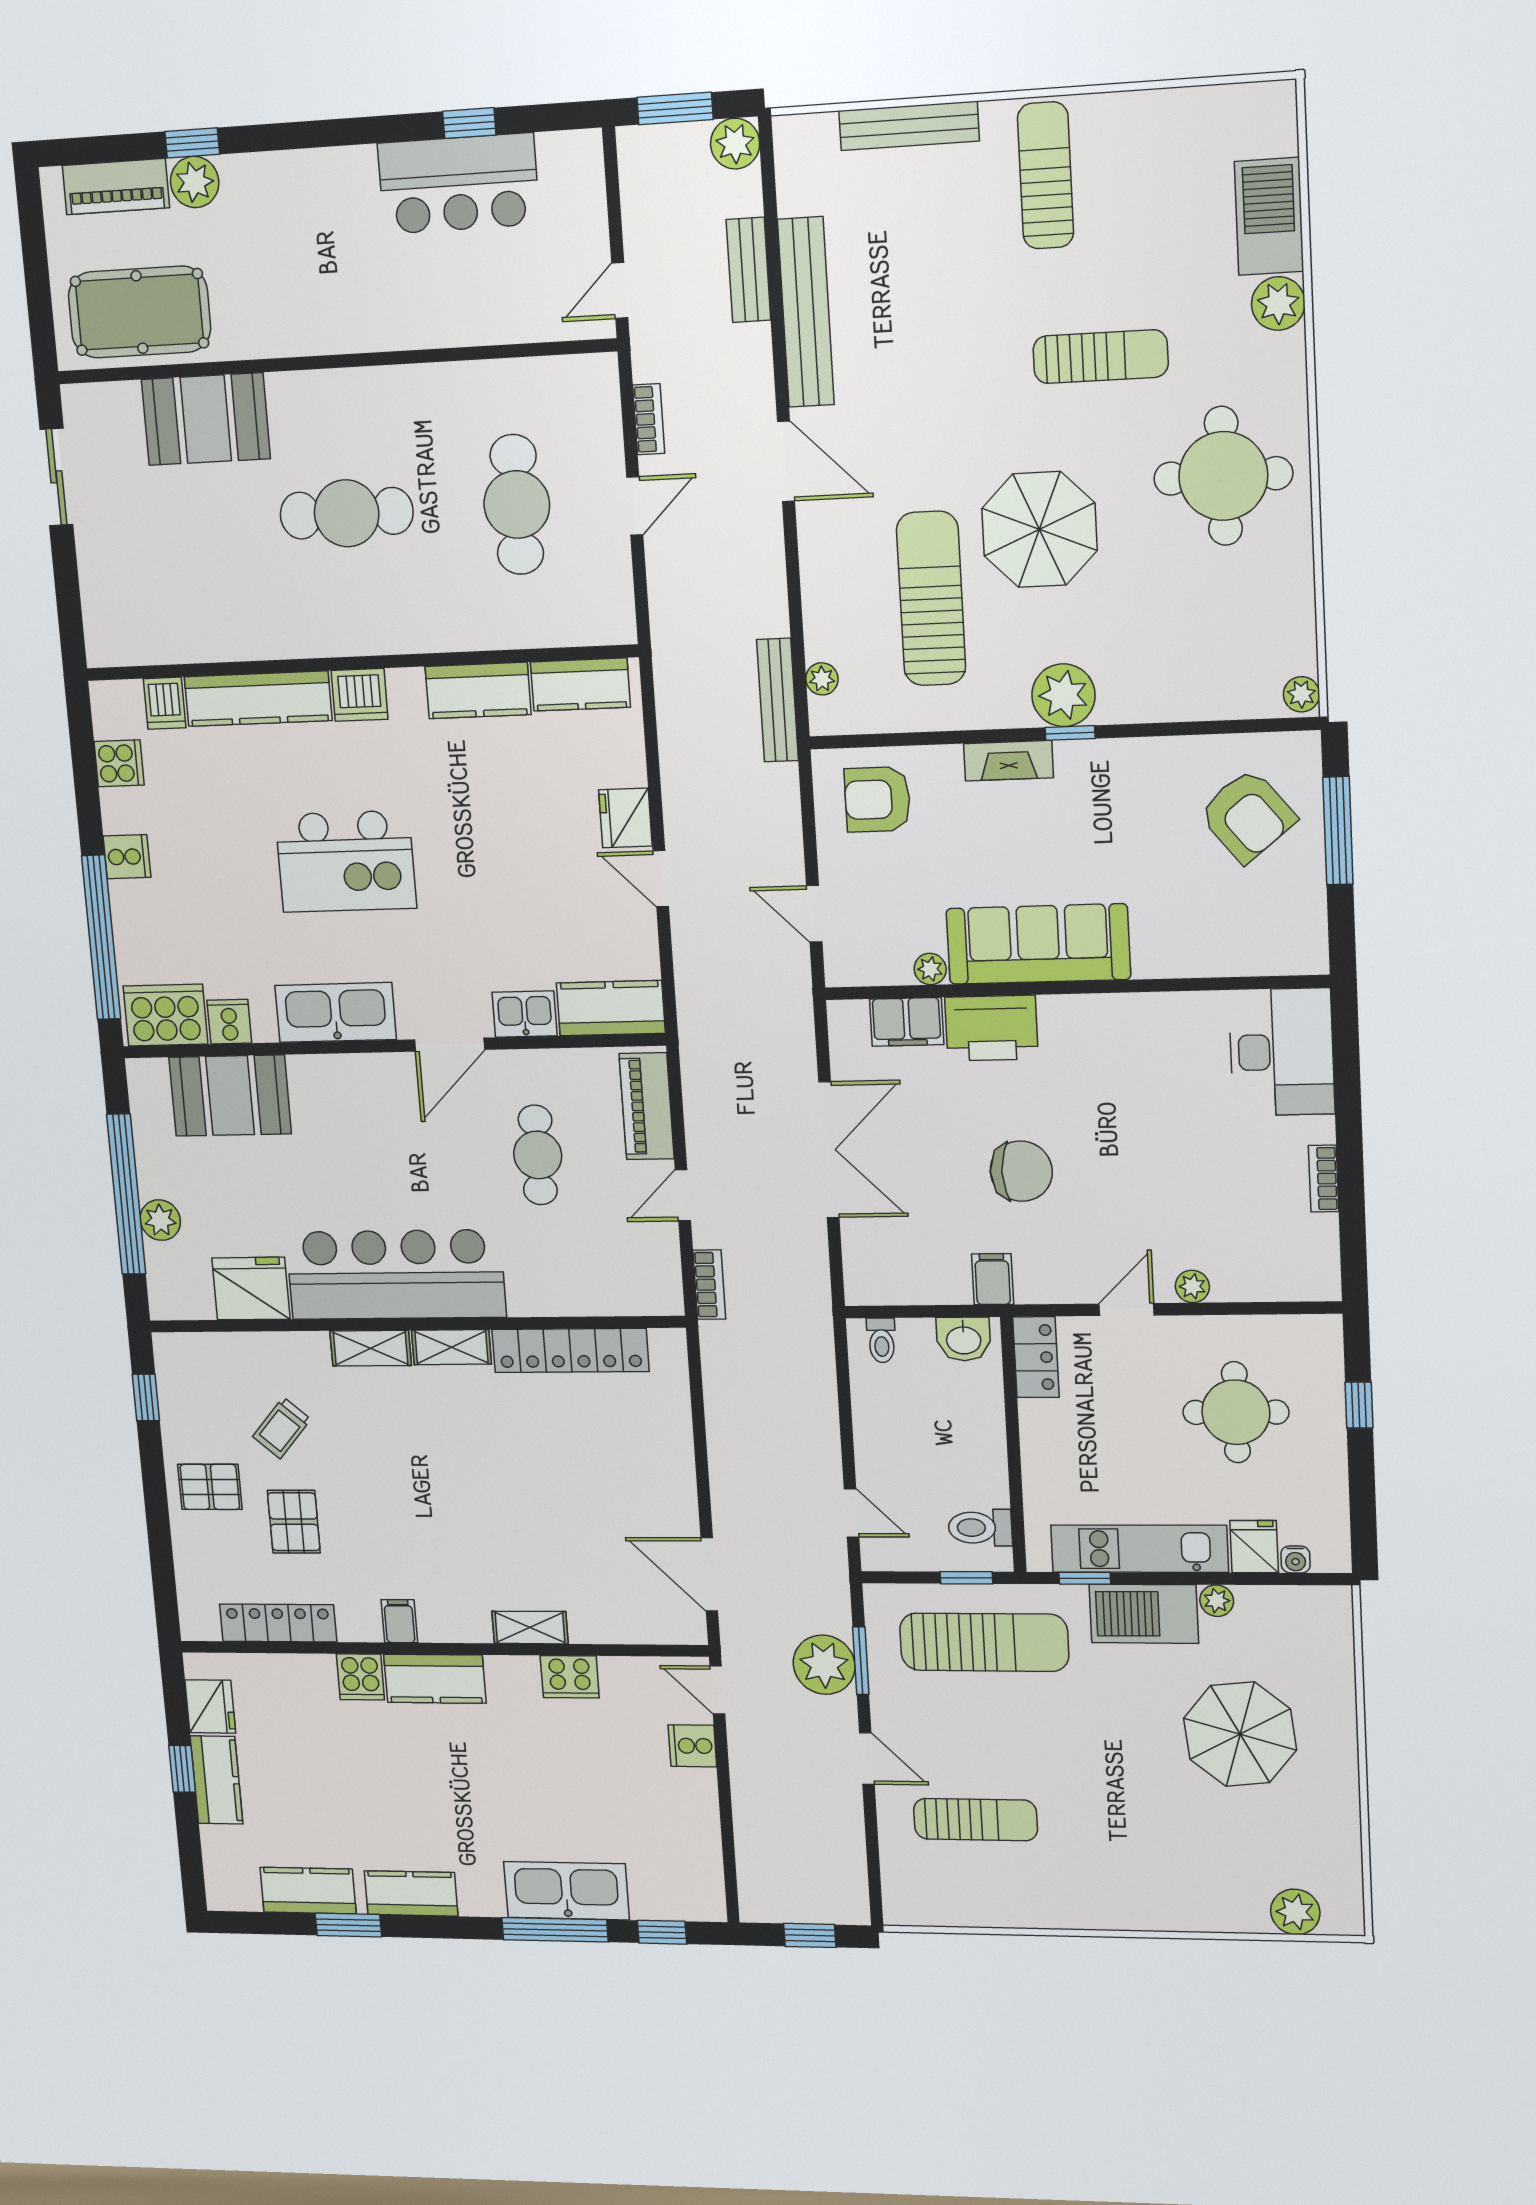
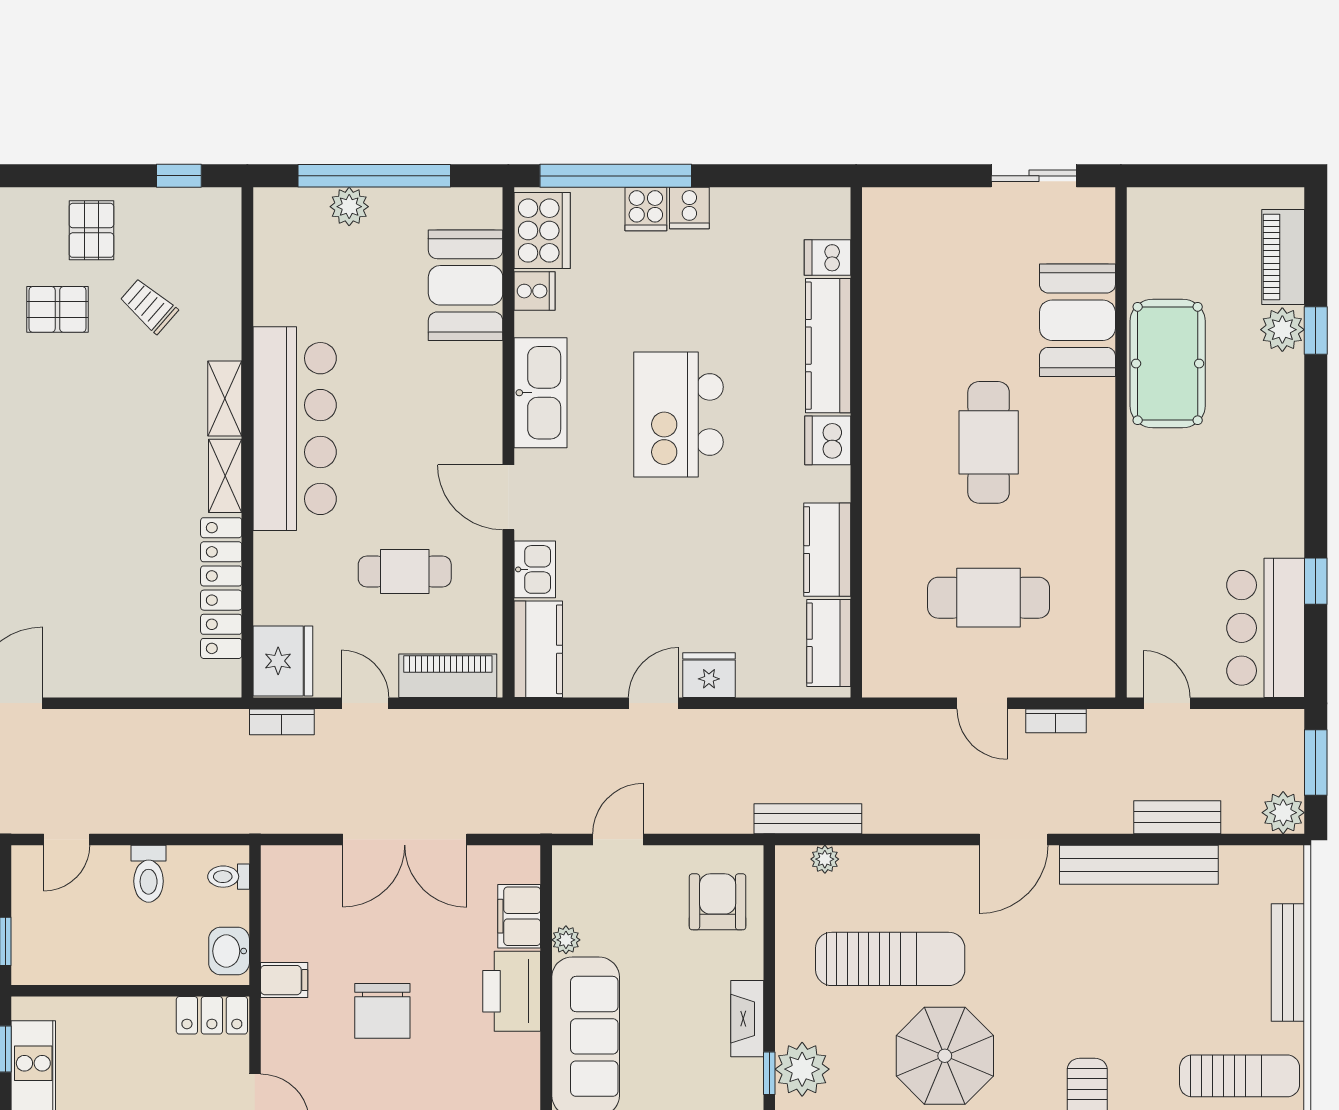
bar counter: (459, 184) -> (1266, 628), moved
pool table: (139, 312) -> (1168, 364), moved
cooker: (119, 763) -> (646, 209), moved
fridge: (251, 1289) -> (283, 661), moved
toilet: (980, 1528) -> (149, 874), moved, turned 180

